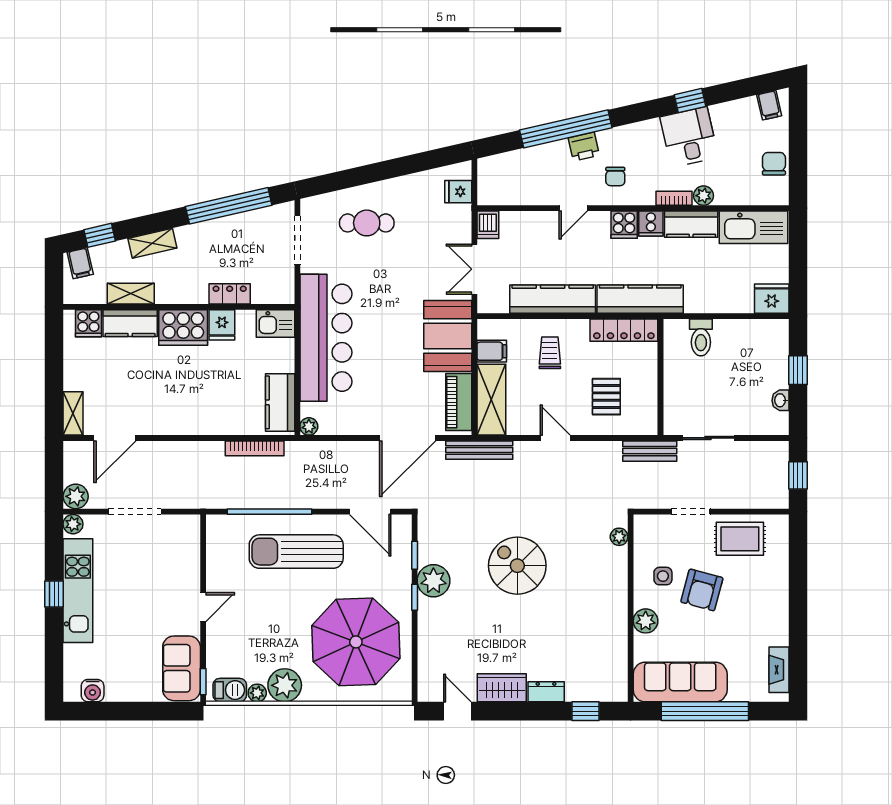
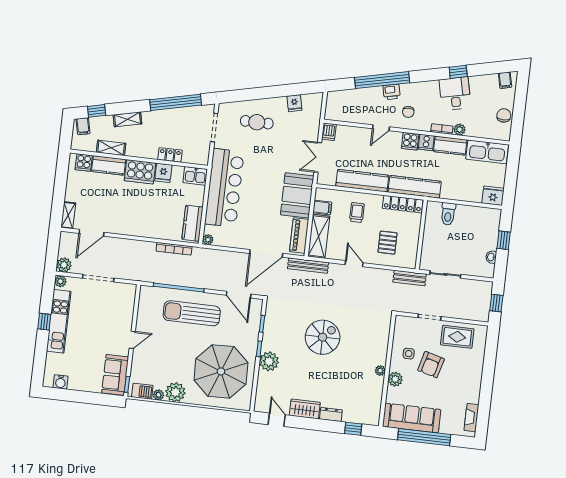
fridge: (458, 192) -> (294, 103), moved, turned -103
plant: (619, 537) -> (380, 371), moved
spiral stairs: (517, 566) -> (323, 337), turned 90
plant: (433, 581) -> (269, 361), moved

